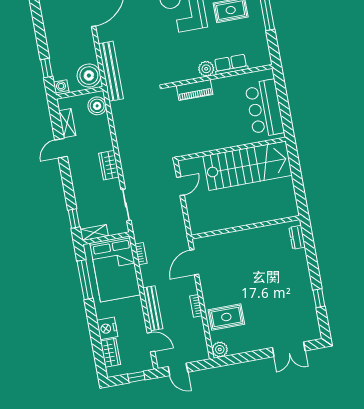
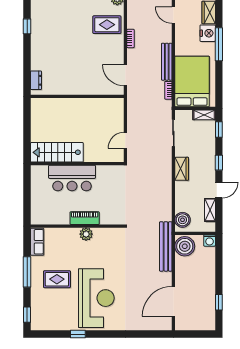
row of seats: (231, 64) -> (37, 242), moved, turned -90
window: (46, 68) -> (219, 302), moved
piano: (195, 90) -> (85, 218), moved
bar counter: (265, 108) -> (72, 178), moved, turned 90
stairs: (248, 166) -> (57, 152), width x0.73, depth x0.66
window: (67, 180) -> (219, 163), added
door: (194, 262) -> (125, 75), swing flipped
window: (85, 280) -> (219, 44), moved
bench: (153, 308) -> (167, 62), moved

